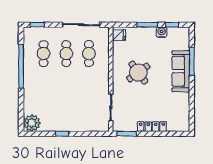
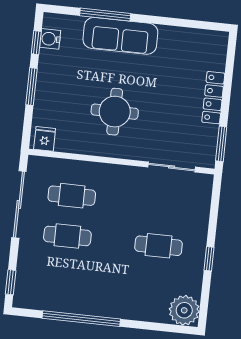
water cooler: (162, 32) -> (50, 39), moved
cafe table: (44, 54) -> (159, 246), moved
round table: (138, 72) -> (115, 112), turned 36

